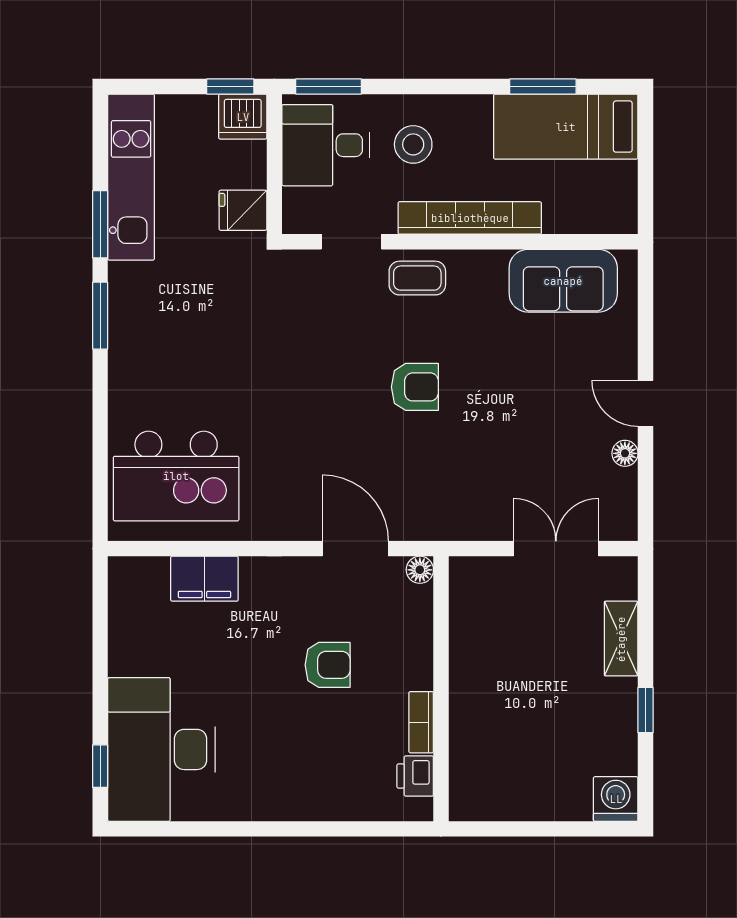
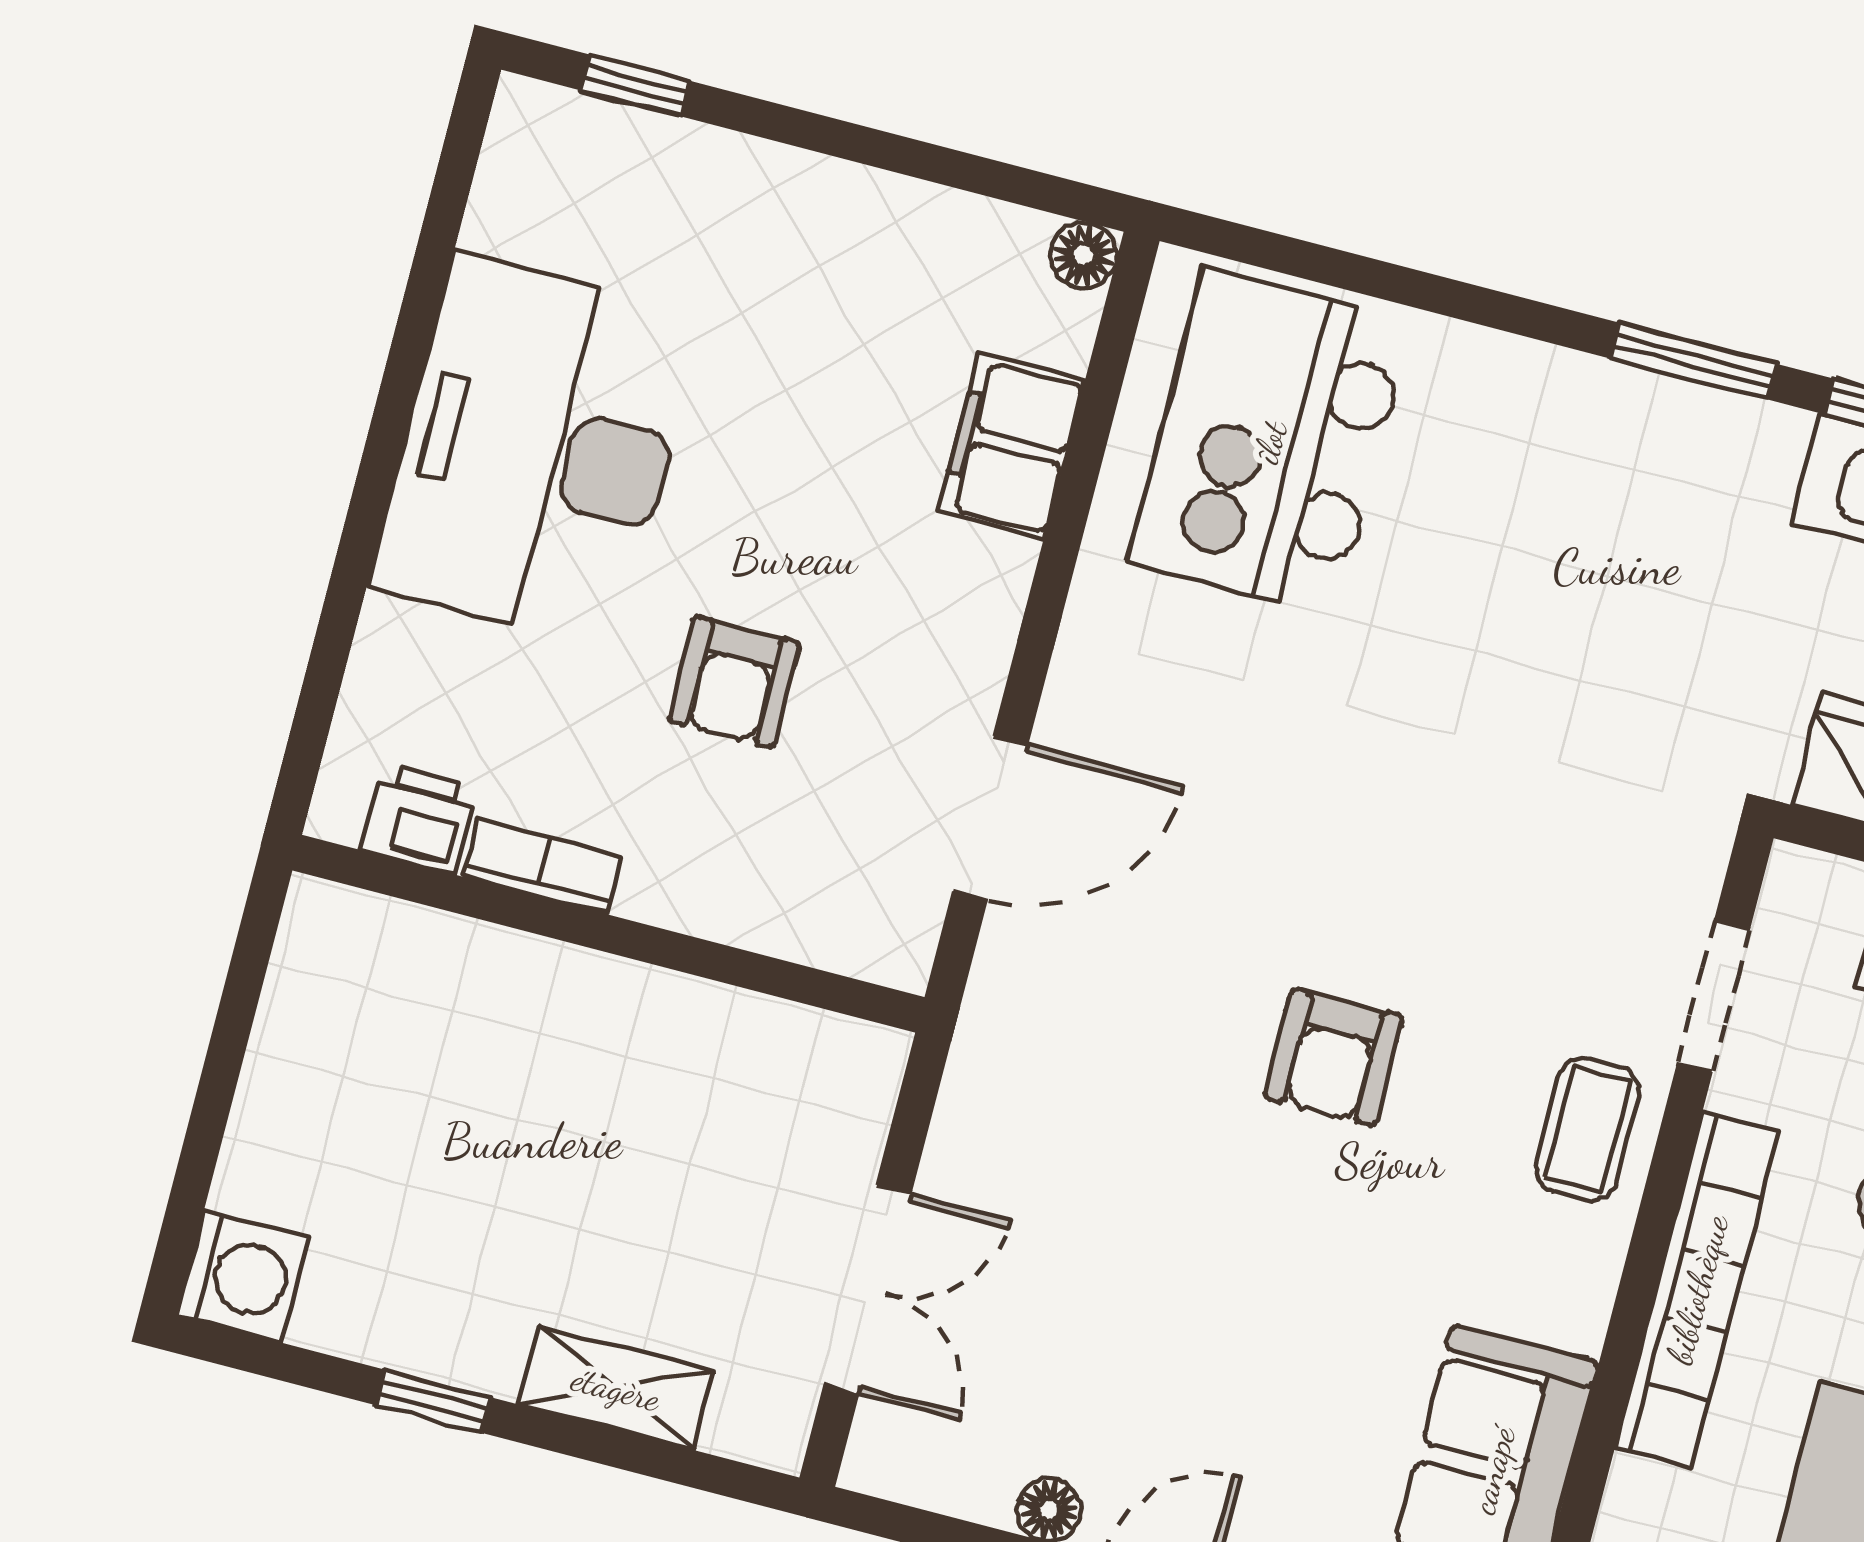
floor lamp: (420, 570) -> (1084, 255), moved
desk: (161, 749) -> (536, 451), moved, turned -90

